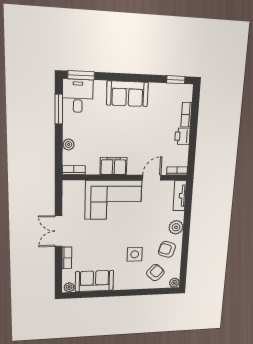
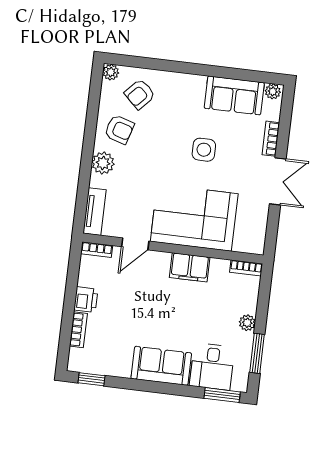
desk: (78, 96) -> (212, 367), moved
plant: (68, 144) -> (247, 323), moved
side table: (135, 254) -> (204, 150), moved

